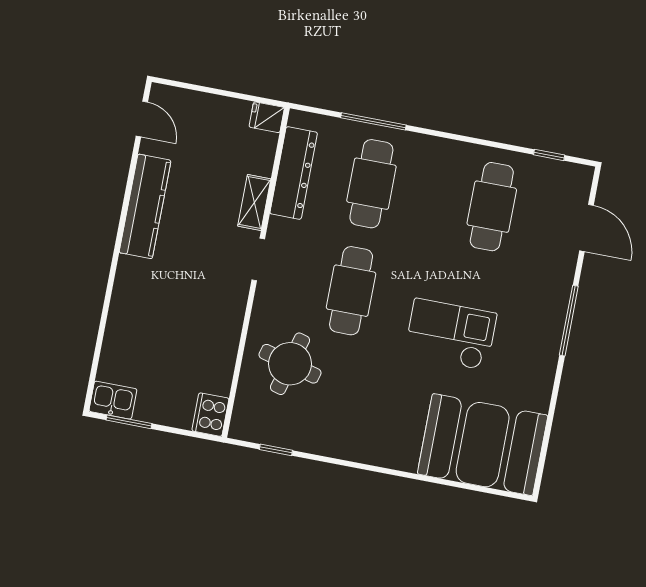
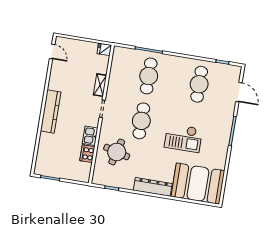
dresser: (294, 173) -> (153, 187), moved, turned -90
kitchen counter: (145, 206) -> (51, 112), moved
checkout: (451, 334) -> (183, 138), turned 180
kitchen sink: (113, 400) -> (90, 136), moved, turned -90
cooker: (210, 415) -> (87, 154), moved

